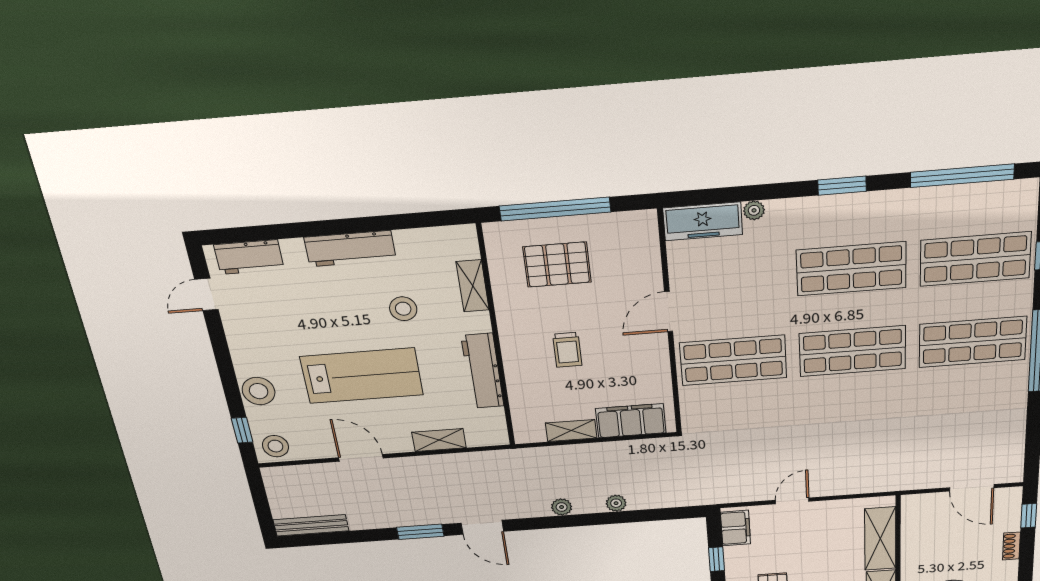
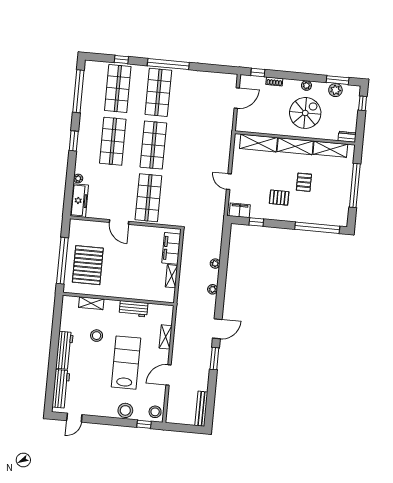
workbench: (249, 257) -> (61, 389), width x1.38
pallet: (557, 265) -> (88, 265), width x1.37, depth x1.41
door: (206, 294) -> (74, 418), hinge flipped
trolley: (567, 350) -> (130, 269), removed
workbench: (483, 371) -> (133, 309), width x0.73

